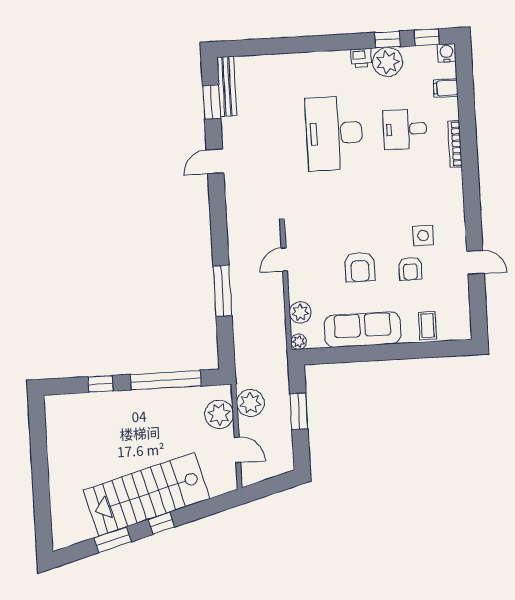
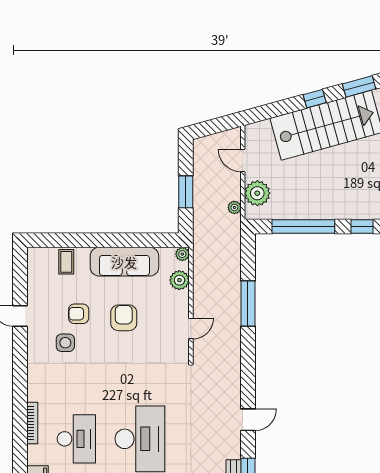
desk: (405, 129) -> (76, 439), width x1.37
armchair: (410, 269) -> (79, 314), turned -90
plant: (250, 403) -> (234, 207), width x0.53, depth x0.53

